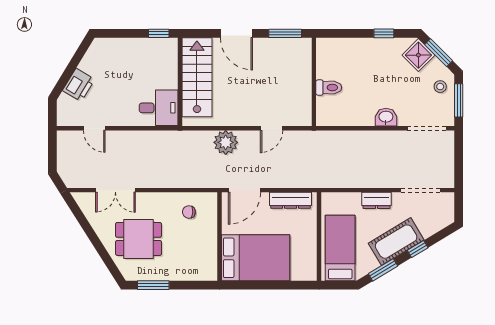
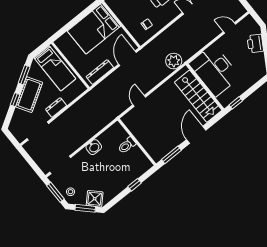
door: (236, 33) -> (196, 135), hinge flipped
window: (384, 33) -> (135, 185), moved
desk: (159, 108) -> (214, 70), width x1.87, depth x1.30
washbasin: (386, 117) -> (94, 147), moved
plant: (226, 142) -> (174, 61), moved

